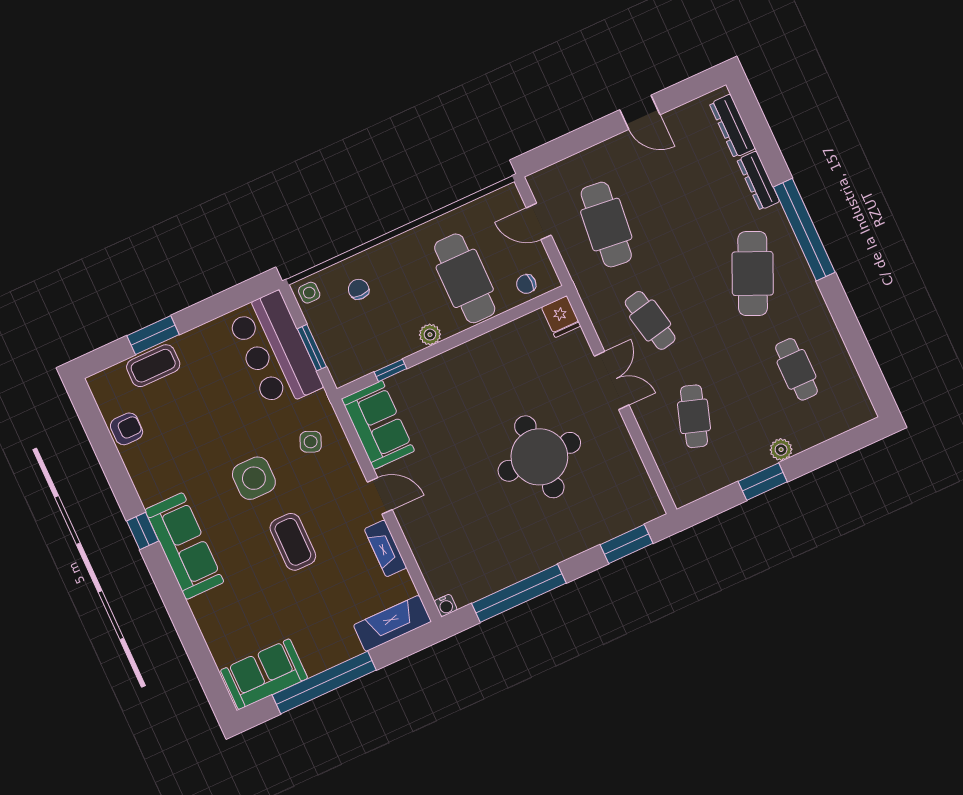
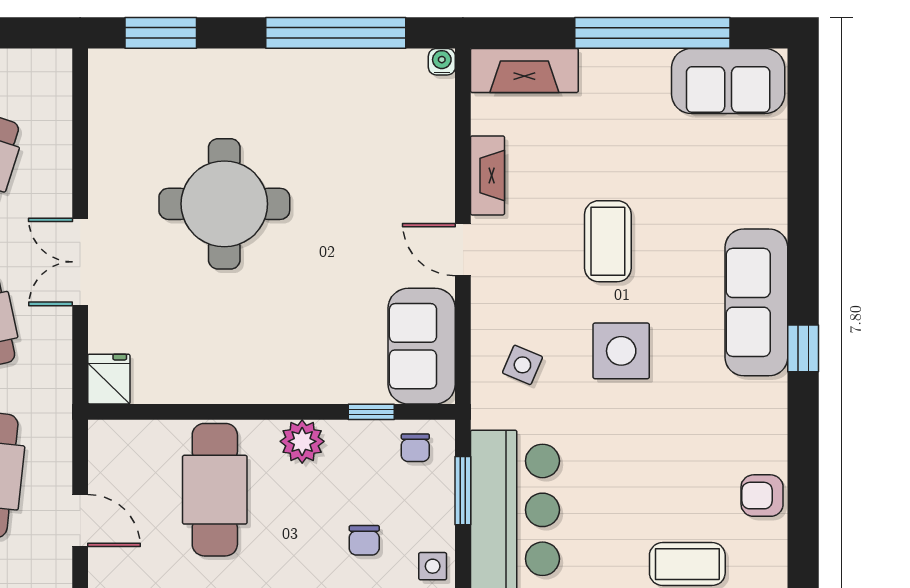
chair: (526, 284) -> (415, 448), moved, turned 90
plant: (430, 335) -> (302, 441), width x1.38, depth x1.38

